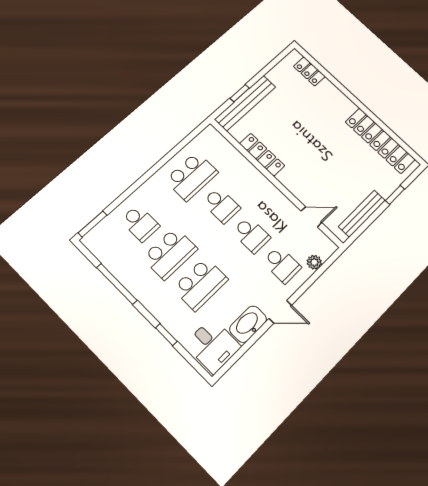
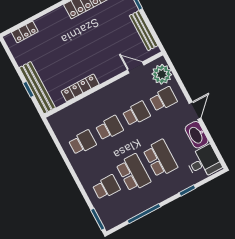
school desk: (192, 176) -> (82, 142), width x0.54
door: (311, 217) -> (136, 67), hinge flipped
plant: (314, 262) -> (162, 74), width x1.88, depth x1.88

